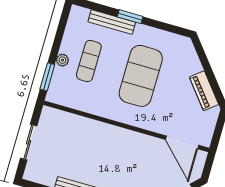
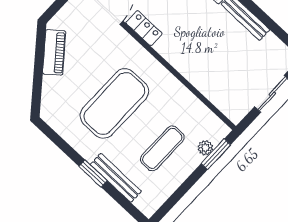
plant: (62, 60) -> (205, 148), moved
locker: (147, 142) -> (144, 28), added

